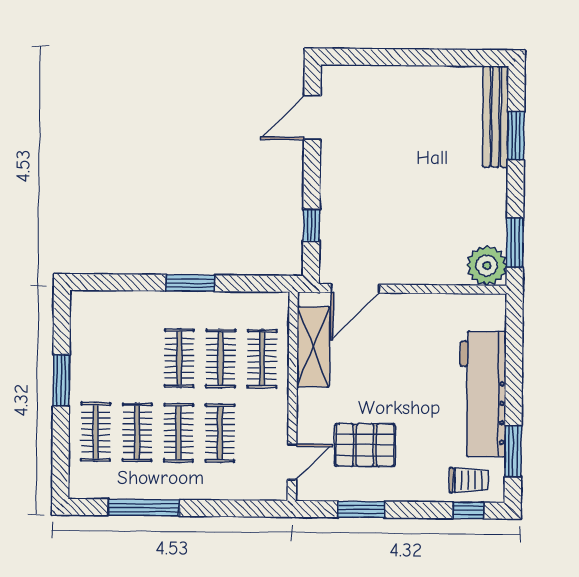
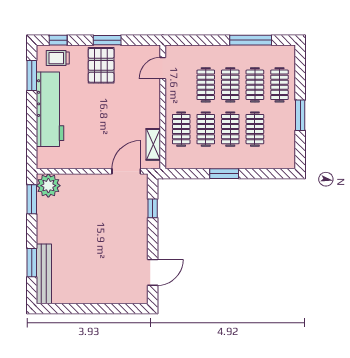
shelving: (313, 347) -> (153, 144), width x0.67, depth x0.75
clothes rail: (138, 358) -> (255, 129), added
pallet: (365, 445) -> (101, 65), moved, turned 90
window: (361, 509) -> (107, 40), moved

